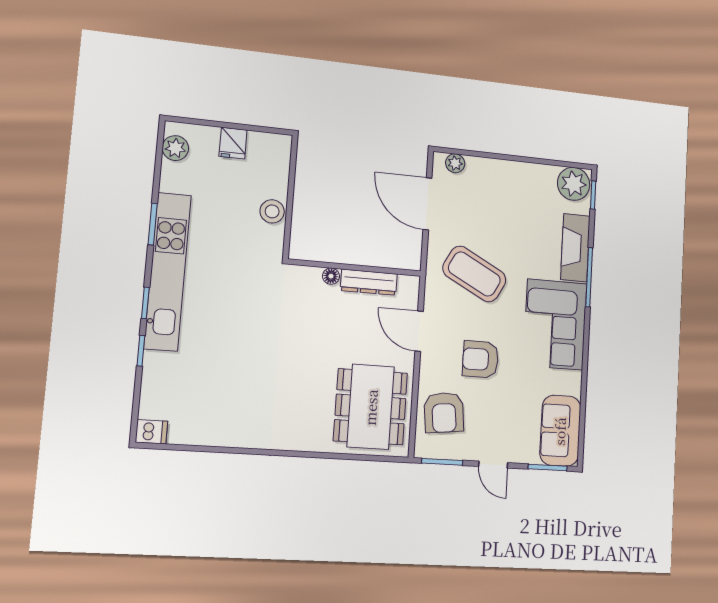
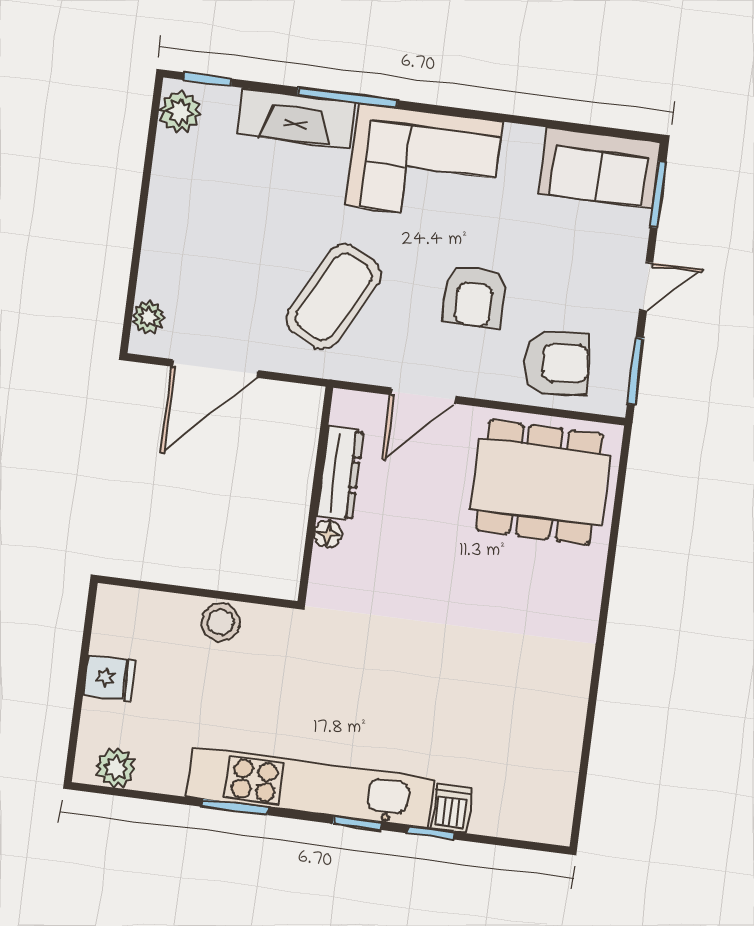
plant: (574, 184) -> (180, 112), width x0.73, depth x0.73
dishwasher: (151, 432) -> (452, 809), moved

